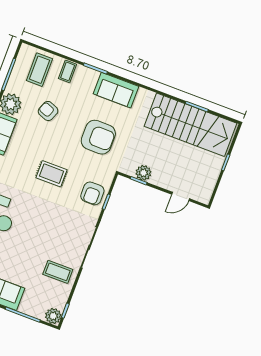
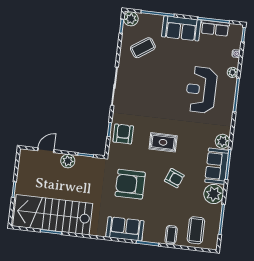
armchair: (48, 111) -> (174, 178), moved
plant: (143, 173) -> (68, 161), moved
coffee table: (58, 272) -> (143, 48), moved, turned -34

